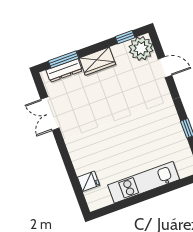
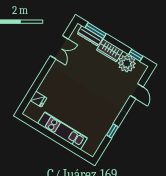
plant: (141, 48) -> (127, 63), moved
double door: (50, 114) -> (59, 47), swing flipped

